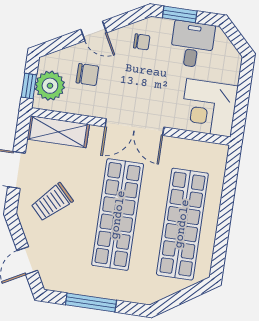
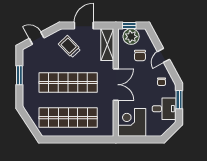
double door: (134, 127) -> (116, 85), swing flipped
window: (91, 303) -> (19, 75), width x0.69

